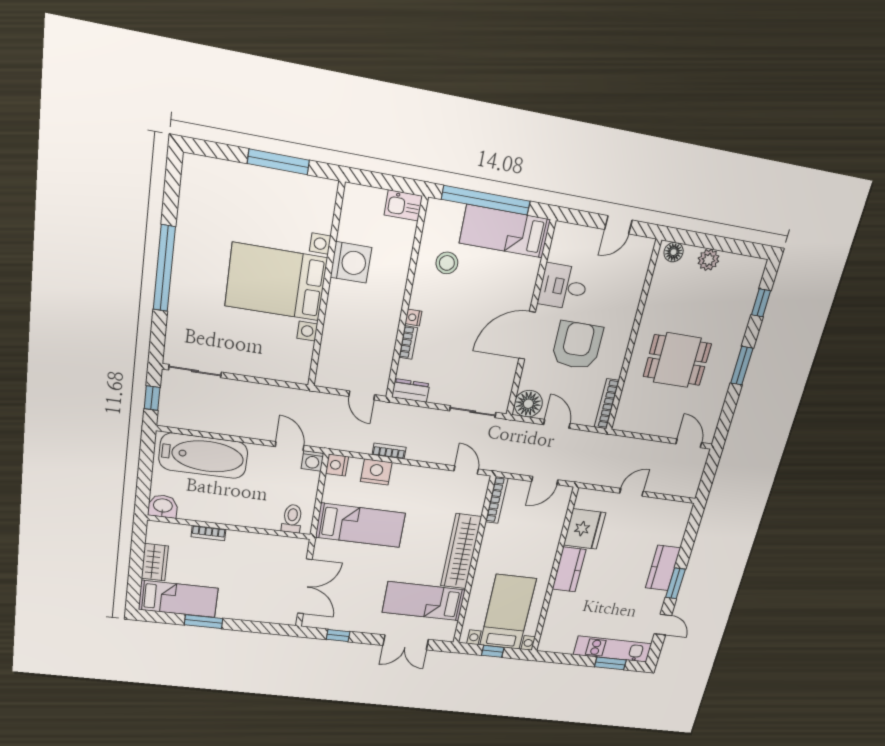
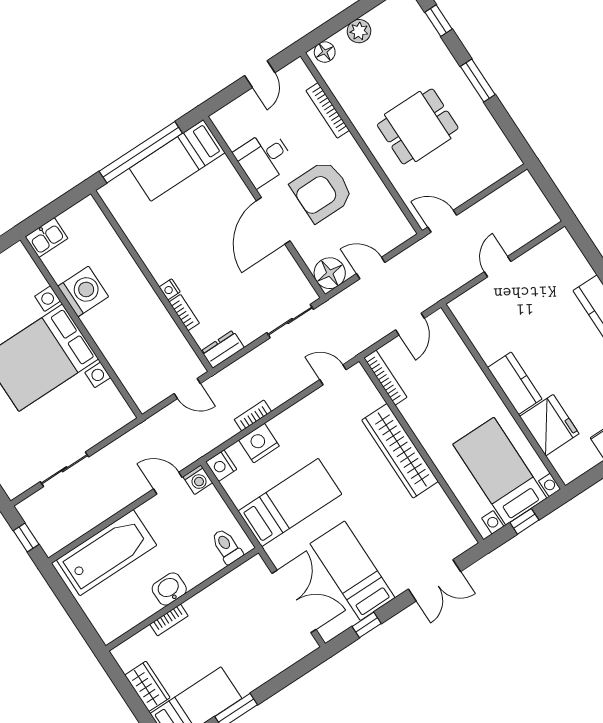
kitchen sink: (403, 205) -> (46, 238), moved
stool: (447, 263) -> (156, 225), removed
armchair: (577, 345) -> (322, 191), turned -90
sliding door: (195, 371) -> (64, 469), moved
bookcase: (607, 404) -> (328, 110), moved
door: (689, 443) -> (442, 221), moved
washbasin: (163, 506) -> (169, 589), moved
fridge: (585, 529) -> (549, 425), moved
bed: (424, 601) -> (352, 571), moved, turned 90

